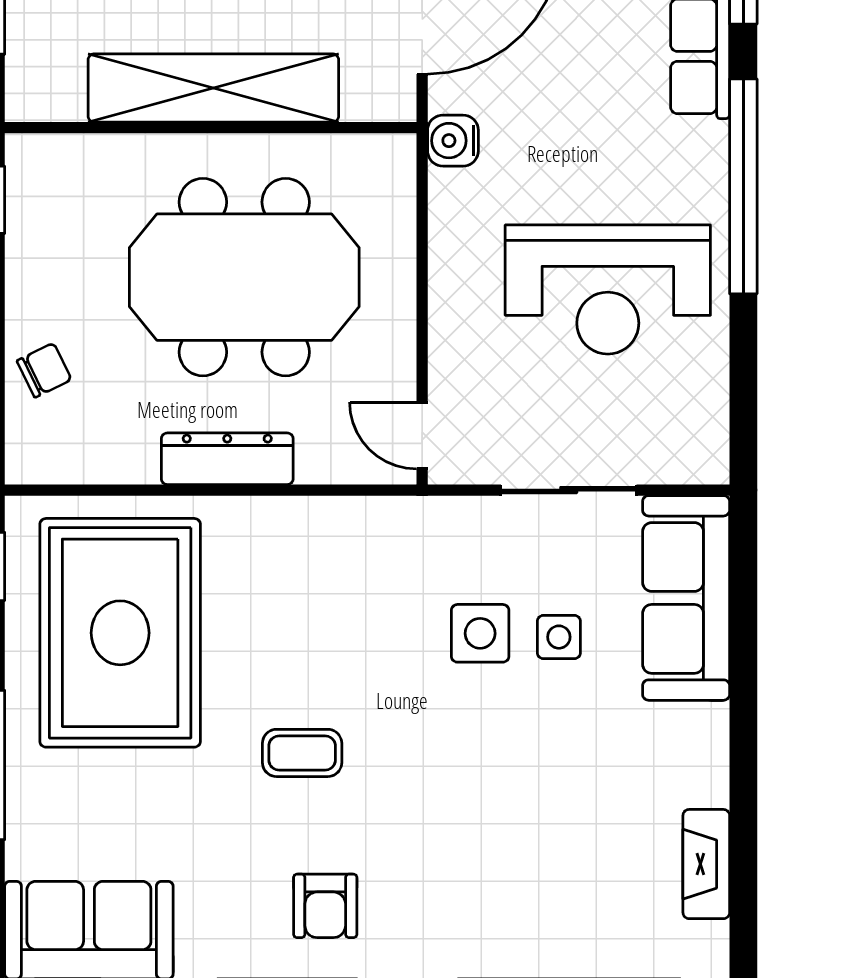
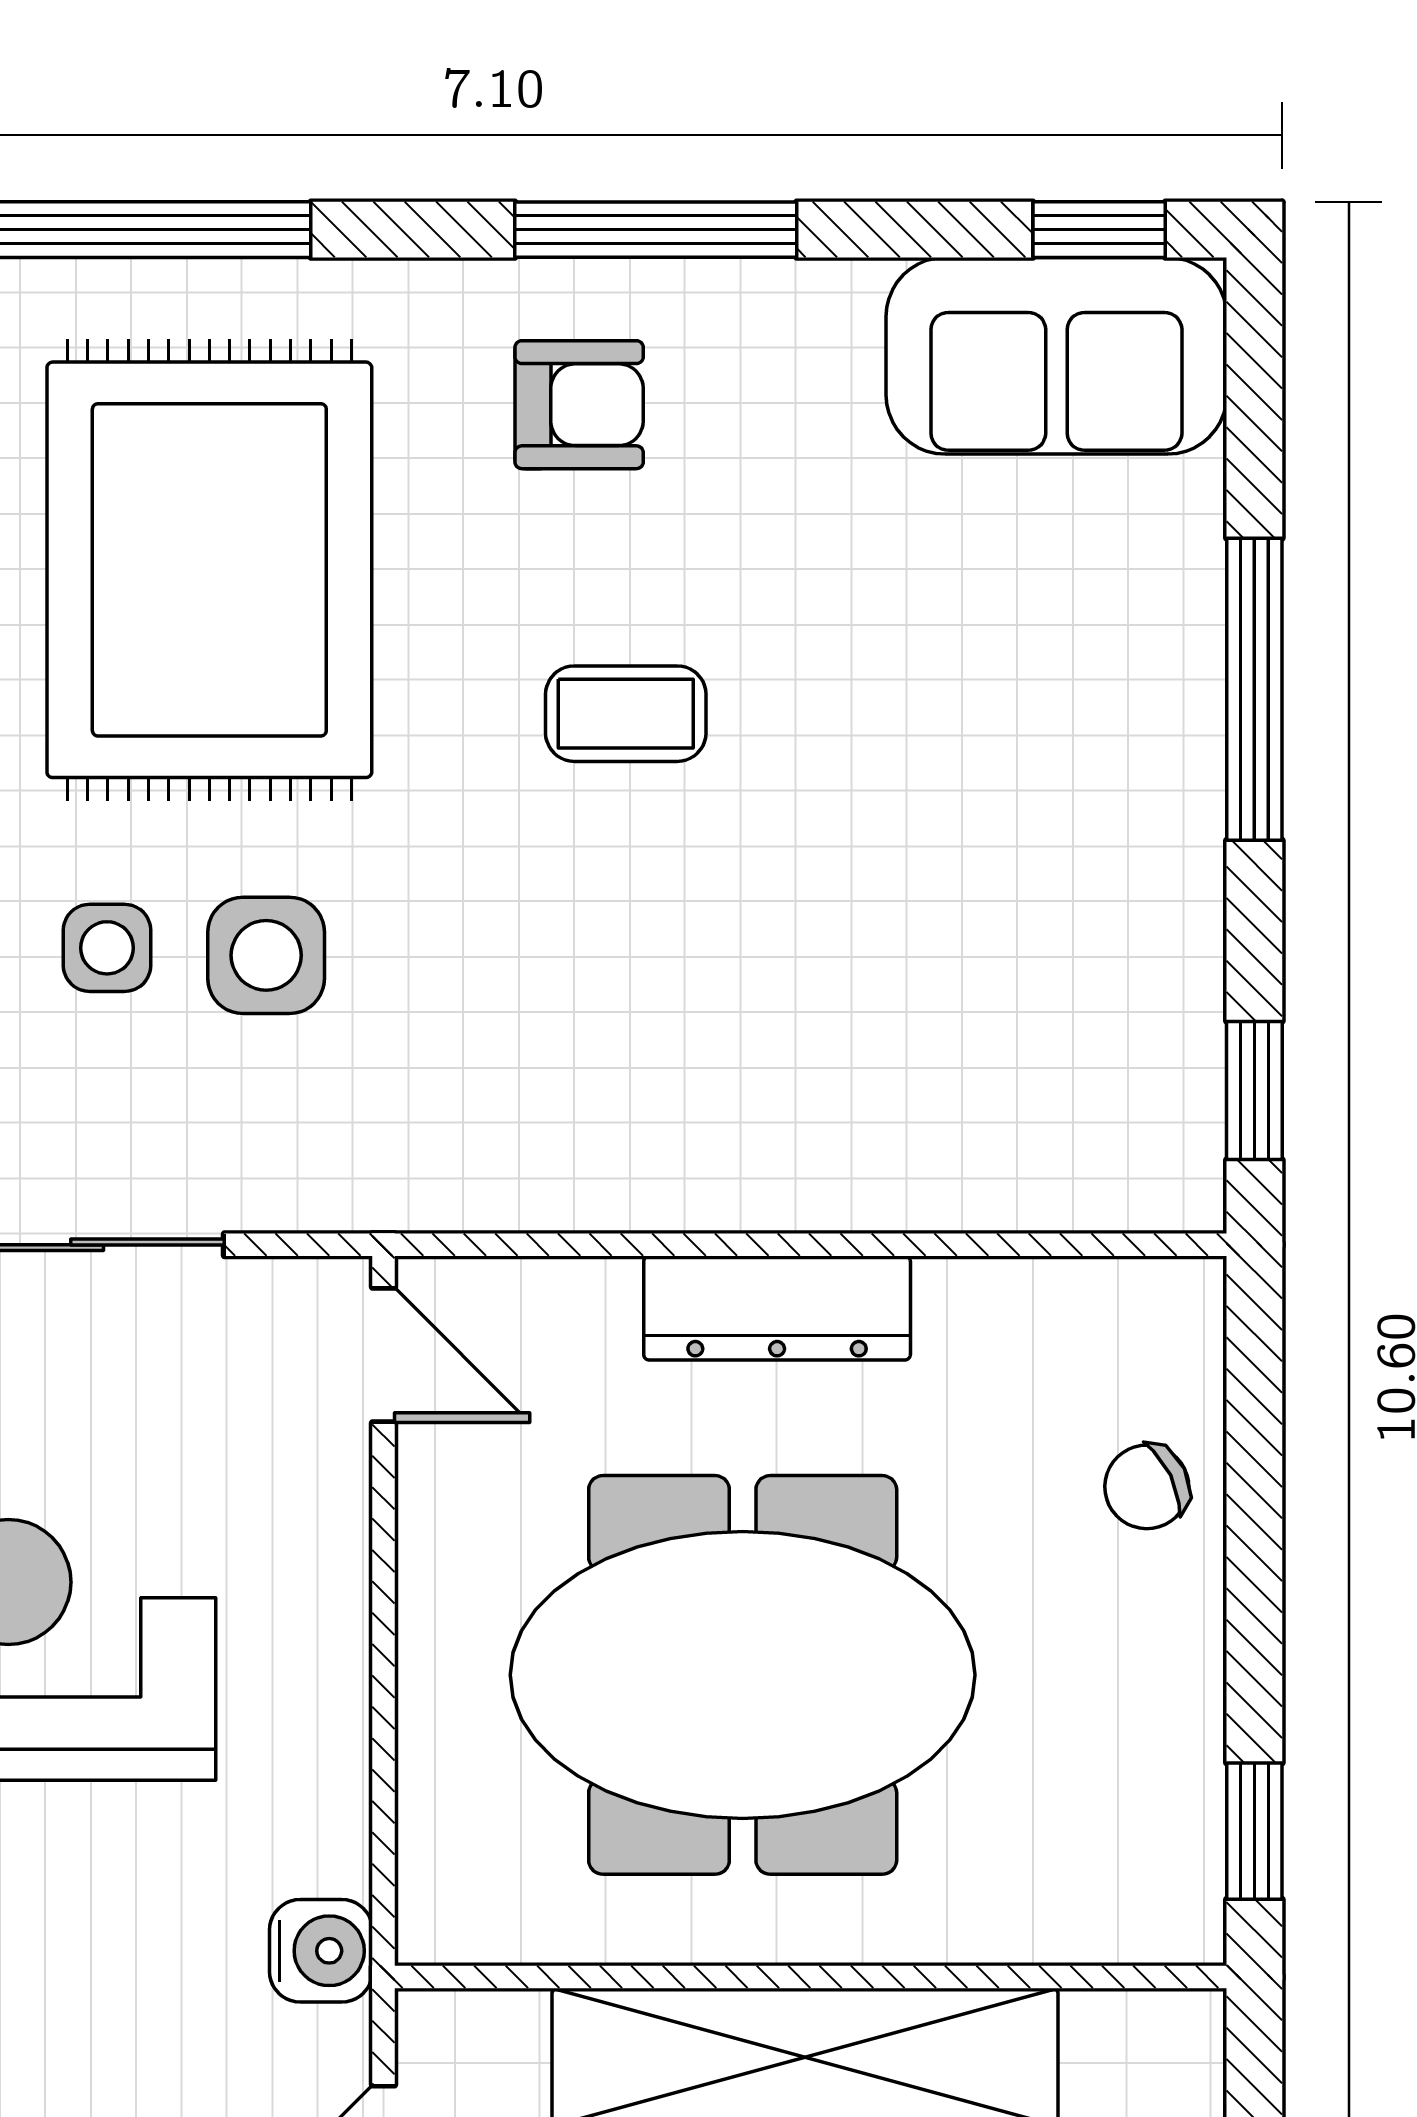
rug: (120, 633) -> (209, 570), moved
armchair: (325, 906) -> (579, 405), turned 90

